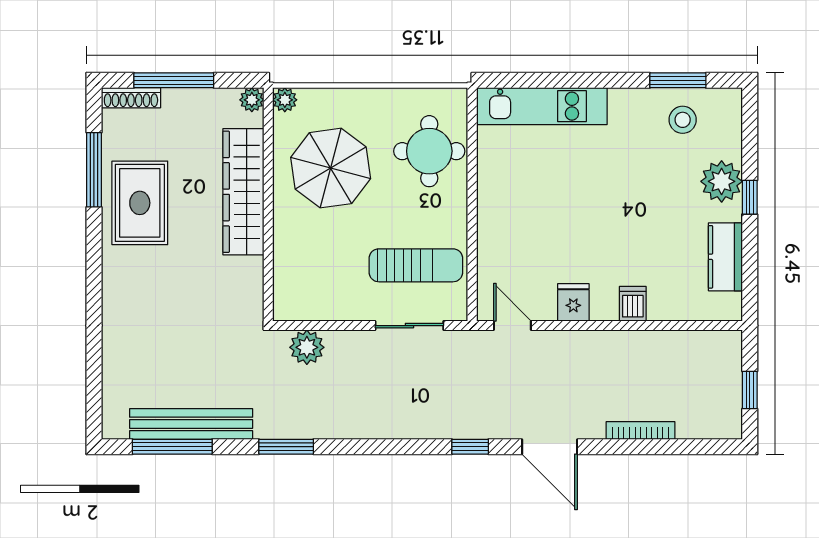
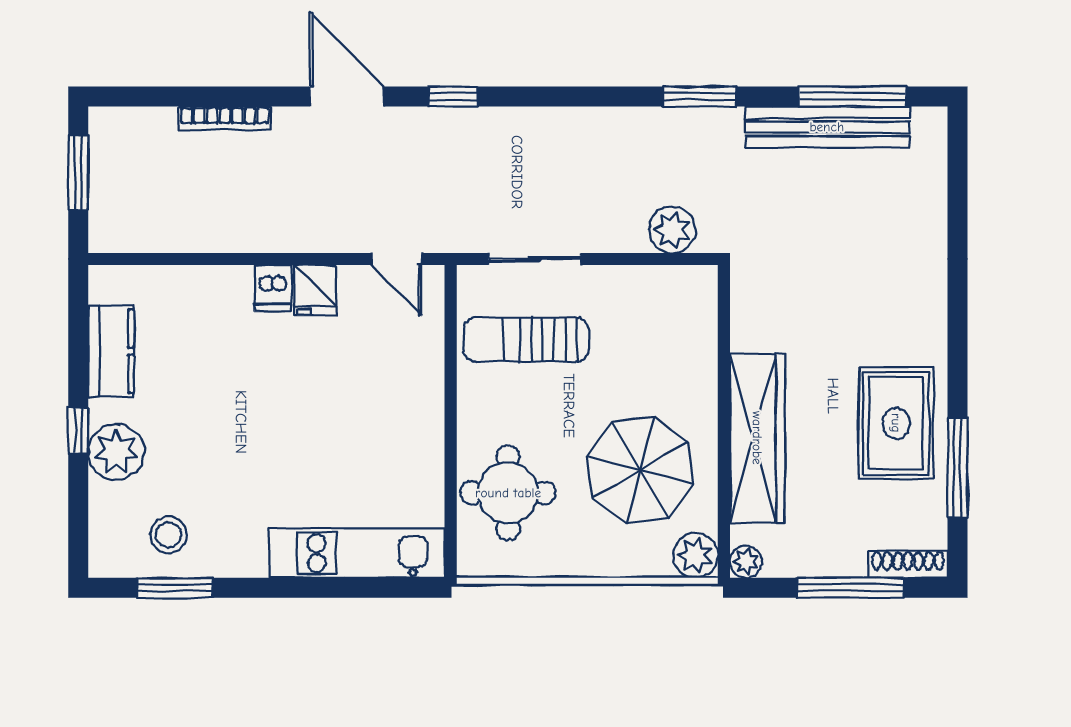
plant: (285, 100) -> (696, 555), width x1.38, depth x1.38
dishwasher: (633, 304) -> (273, 288), moved
window: (750, 390) -> (78, 173), width x1.50

